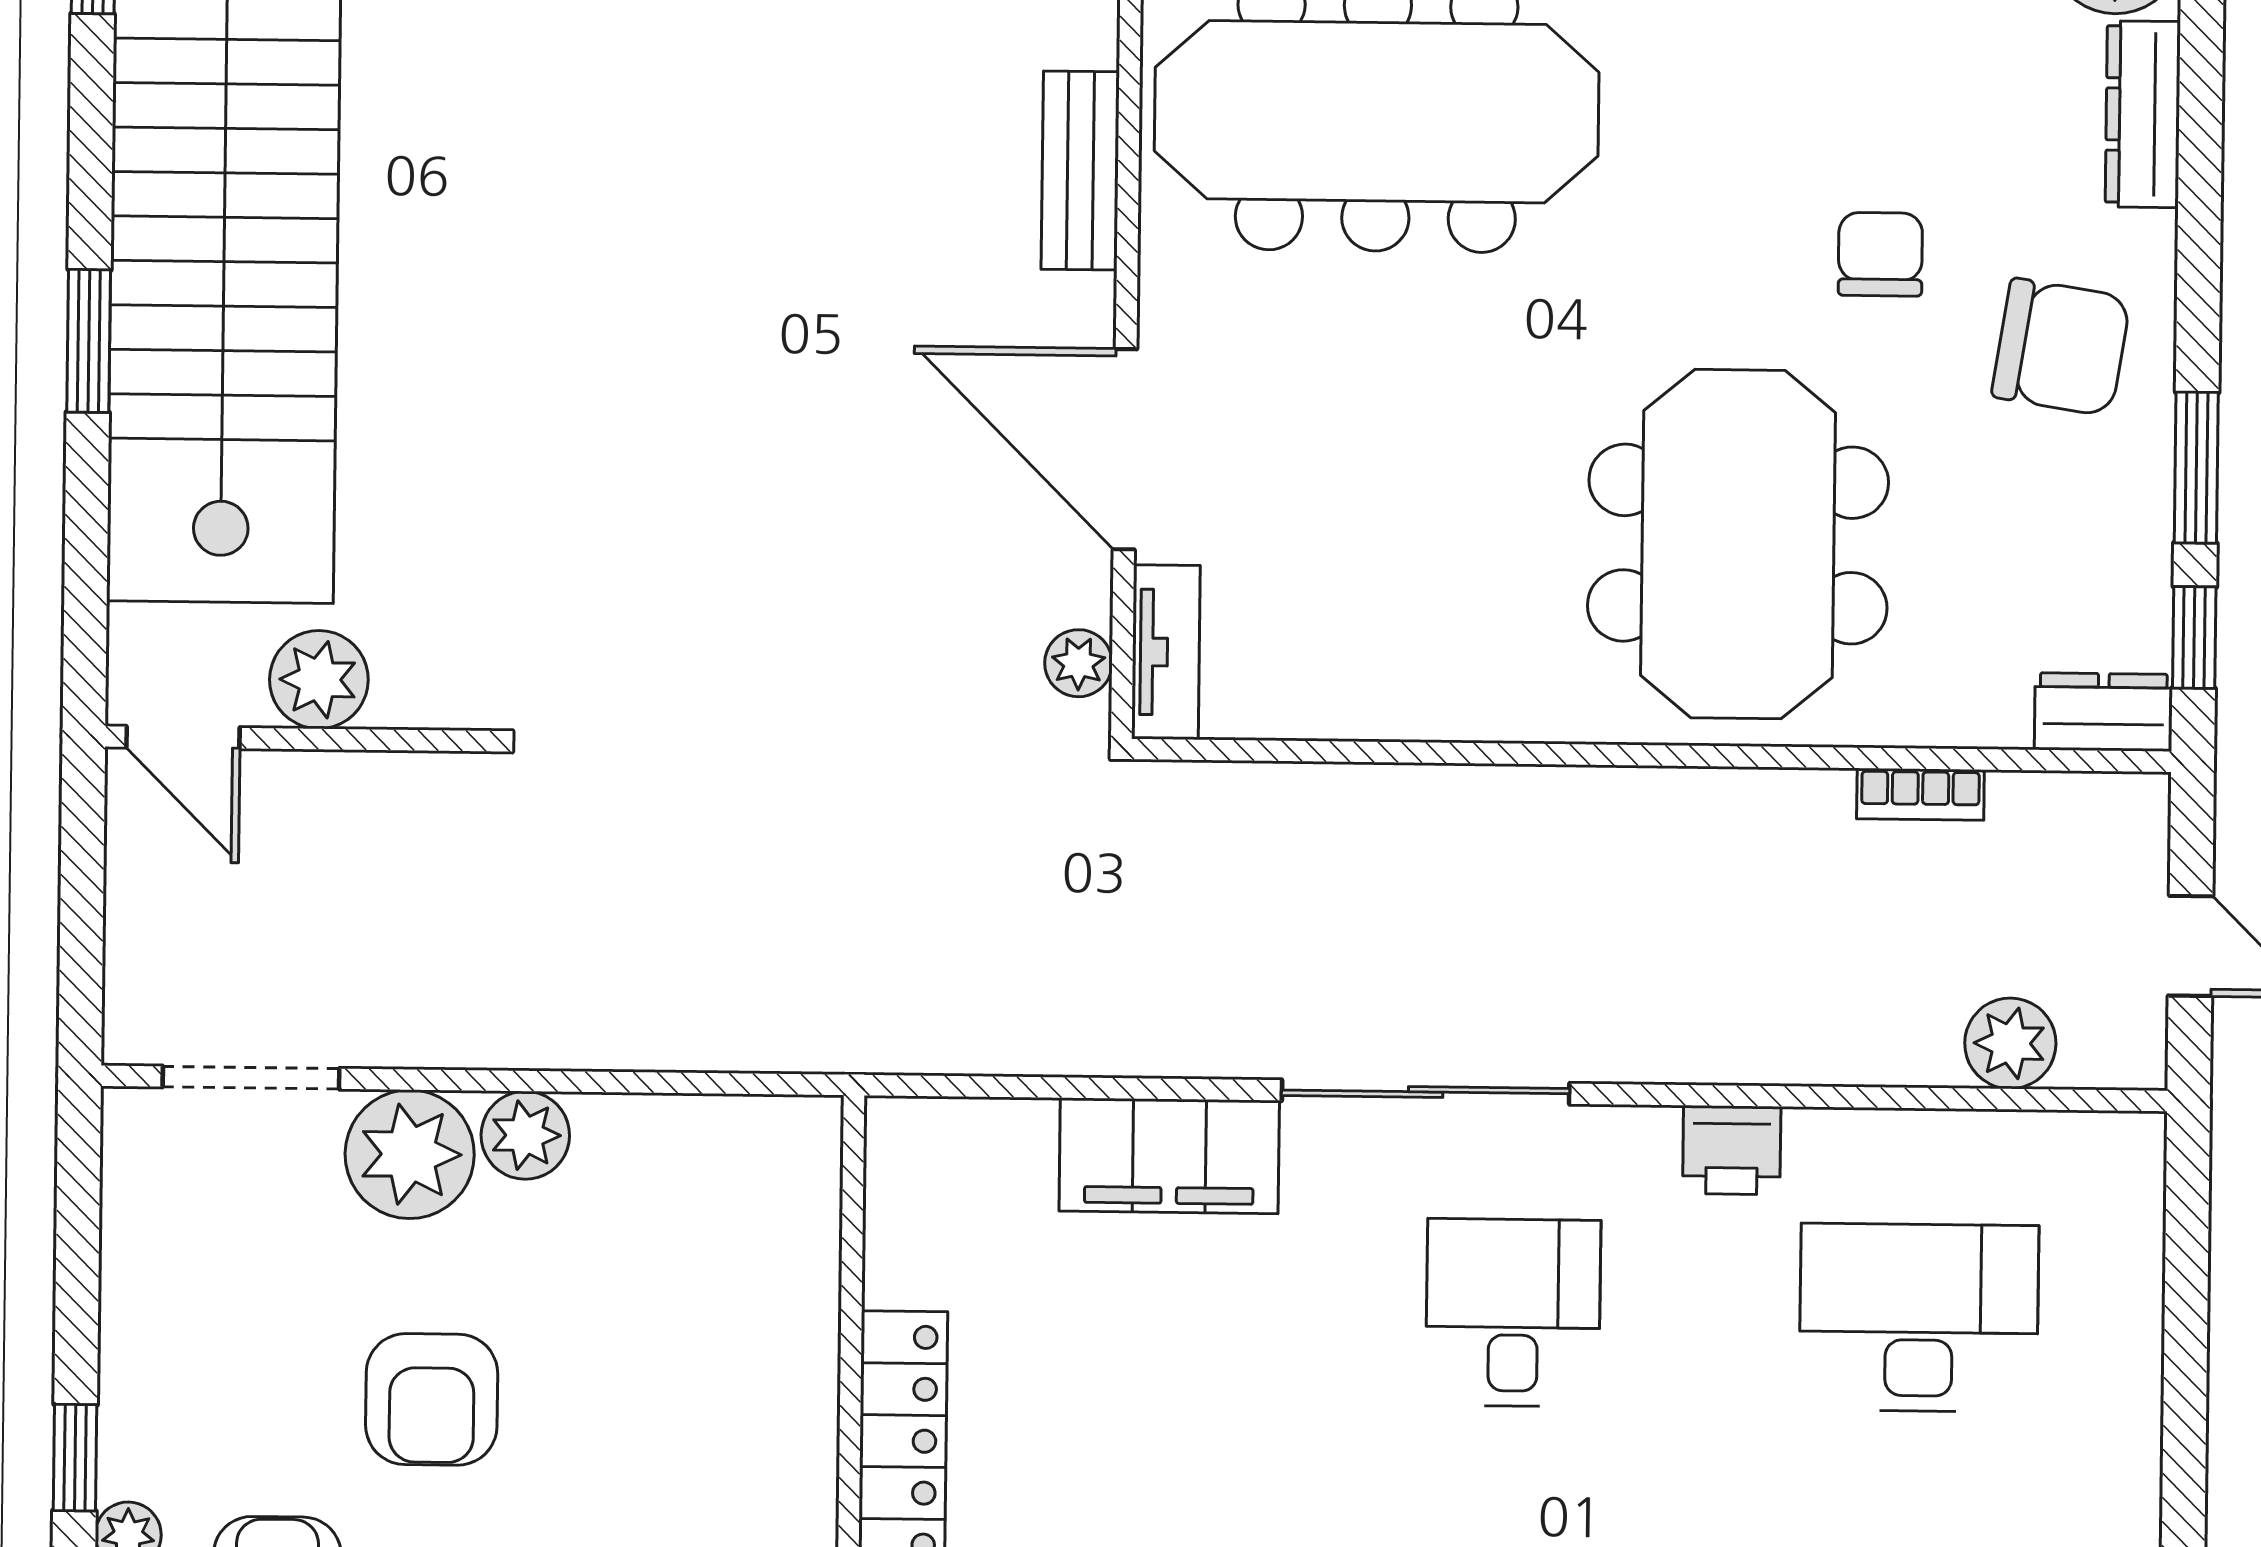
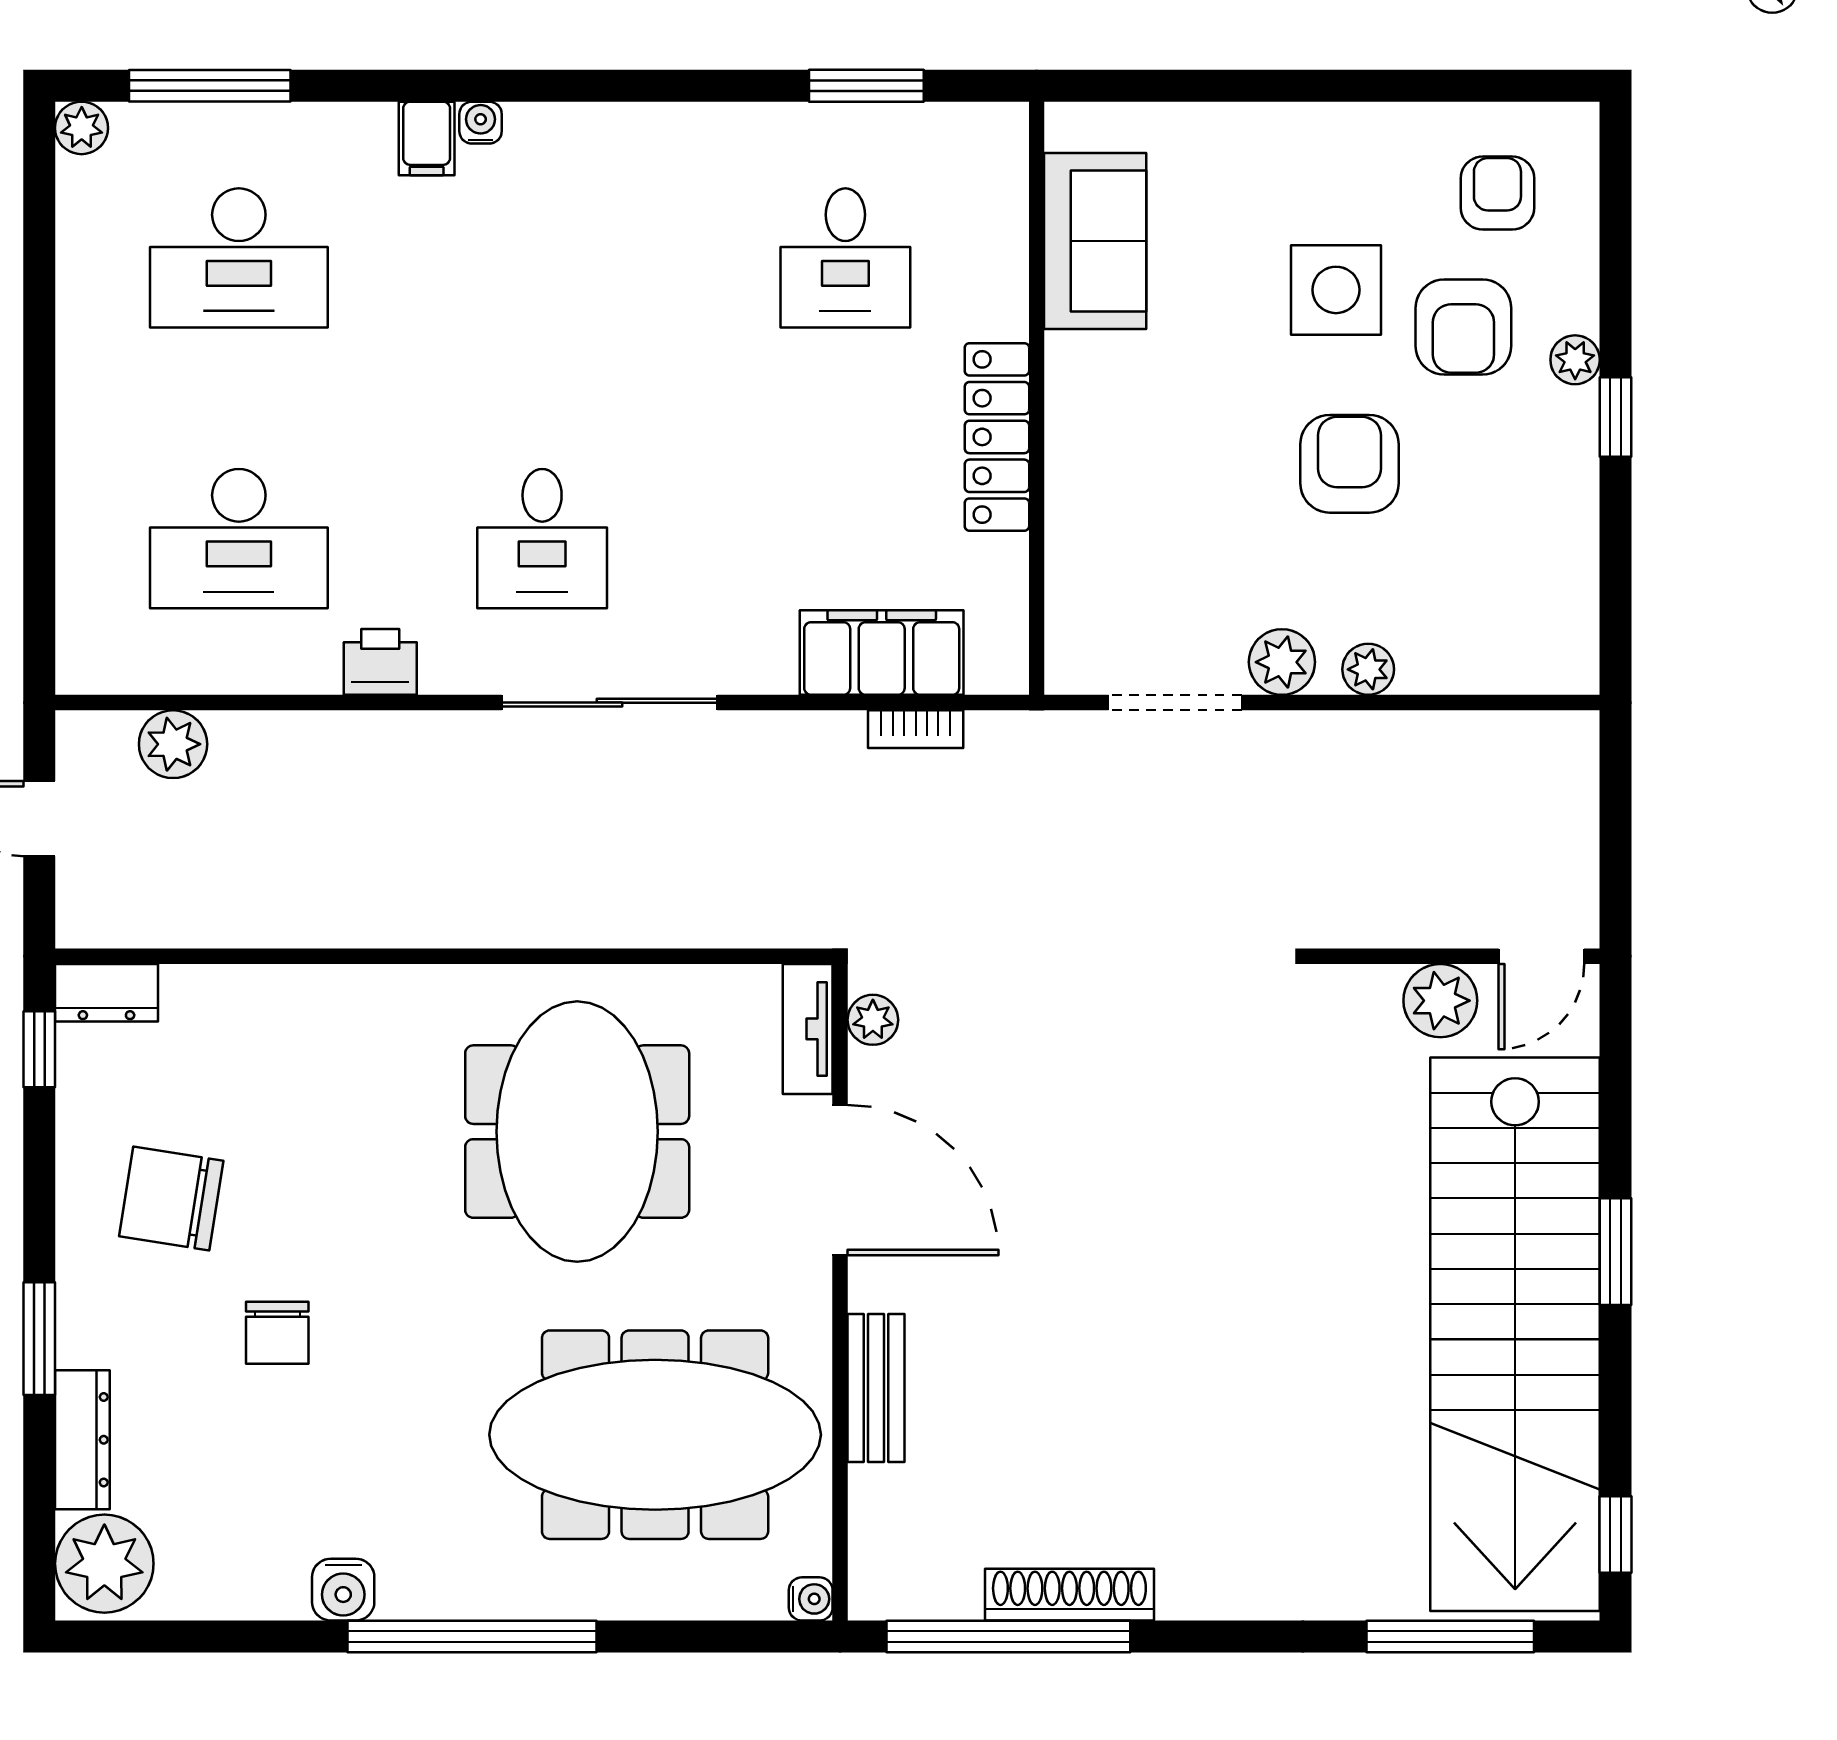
chair: (2061, 347) -> (171, 1198), moved
window: (2196, 468) -> (39, 1339), moved
meeting table: (1738, 544) -> (577, 1132), moved
door: (183, 737) -> (1541, 956), swing flipped
bookcase: (1920, 794) -> (916, 729), moved, turned 180
doorway: (251, 1078) -> (1175, 703), moved
plant: (410, 1154) -> (1368, 669), width x0.53, depth x0.53
filing cabinet: (1169, 1156) -> (882, 653), moved

